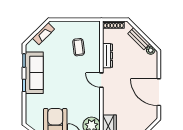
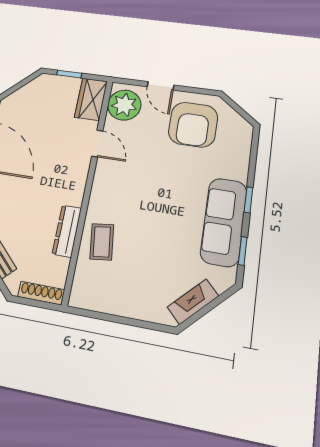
coffee table: (79, 47) -> (102, 242), moved
door: (101, 80) -> (97, 144), moved

